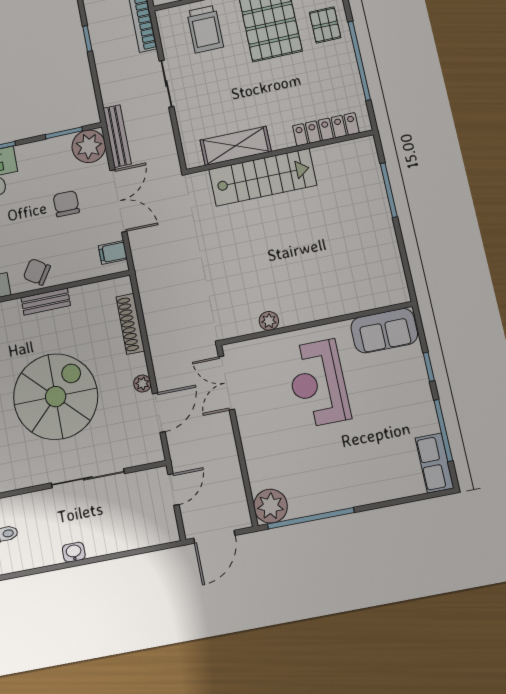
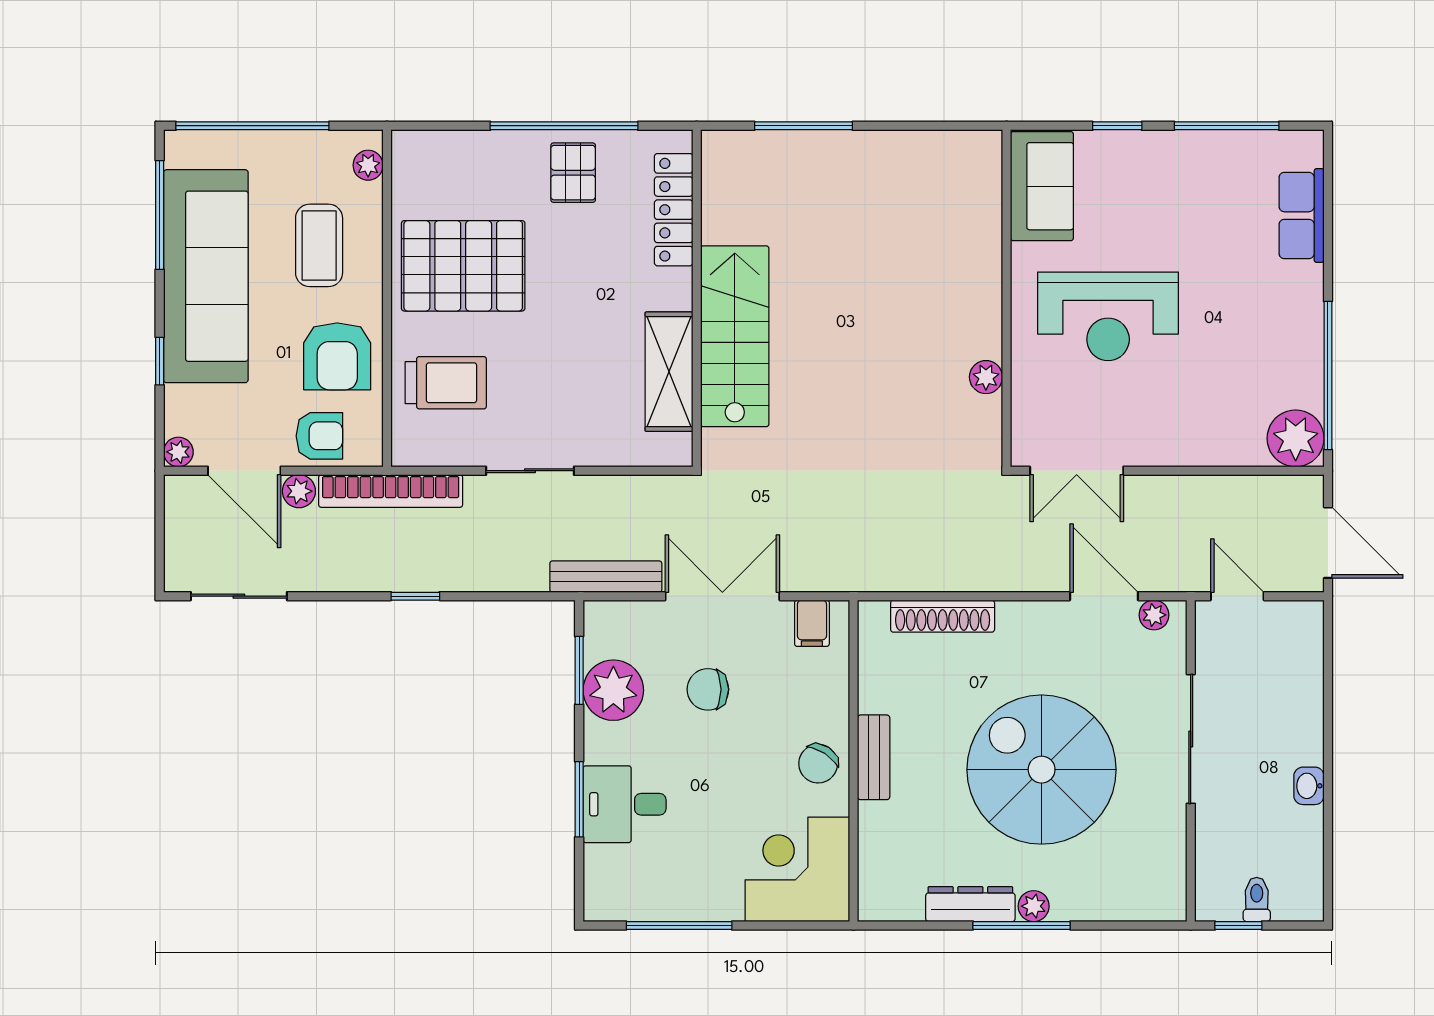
pallet: (325, 25) -> (573, 173), moved, turned 90
plant: (89, 146) -> (613, 690), moved
plant: (142, 384) -> (1154, 615), moved
row of seats: (434, 463) -> (1302, 216), moved, turned 90

